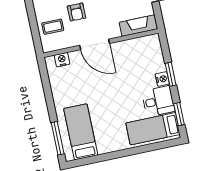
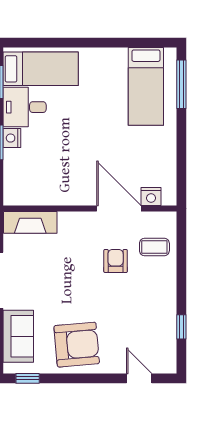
door: (95, 44) -> (119, 209), moved

